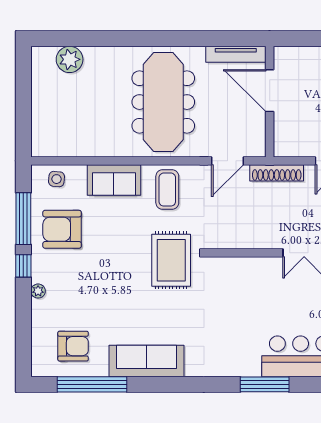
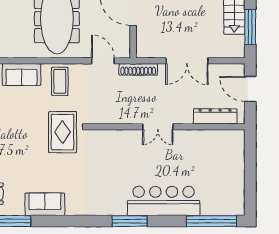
door: (227, 161) -> (103, 61), swing flipped
sofa: (147, 361) -> (45, 204), width x0.73

